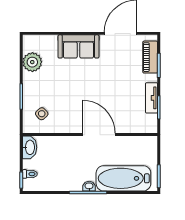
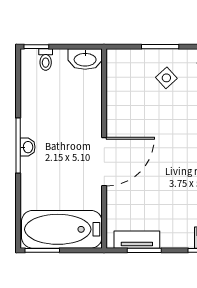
tv unit: (152, 98) -> (137, 240), moved
side table: (42, 114) -> (166, 78), moved
bathtub: (123, 178) -> (62, 229), moved, turned -90

